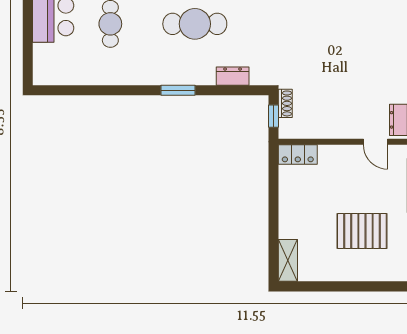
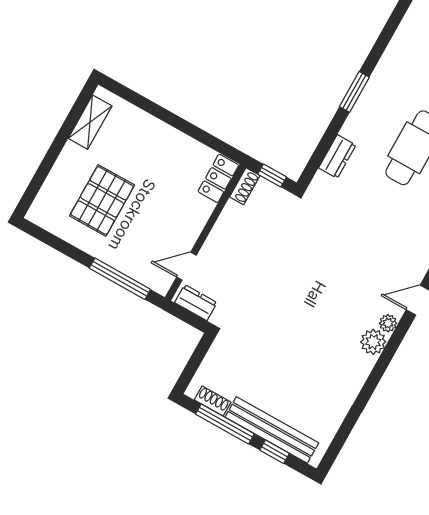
shoe rack: (285, 103) -> (245, 186), moved, turned -90
shelving: (288, 260) -> (90, 122), moved, turned 90

